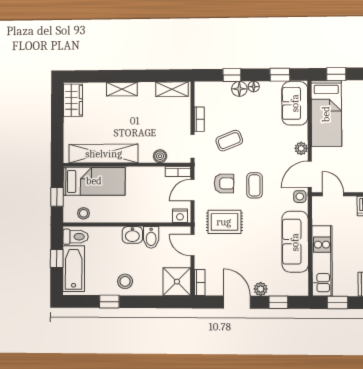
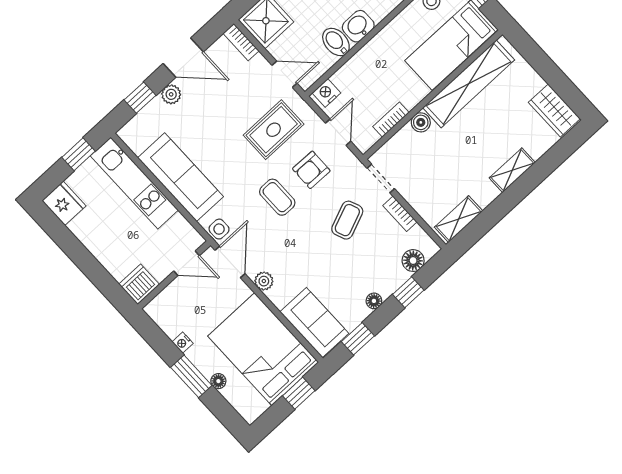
floor lamp: (239, 89) -> (413, 261), moved
bed: (326, 114) -> (263, 349), width x1.50
boiler: (160, 156) -> (421, 122), moved
bookcase: (178, 172) -> (391, 120), moved

